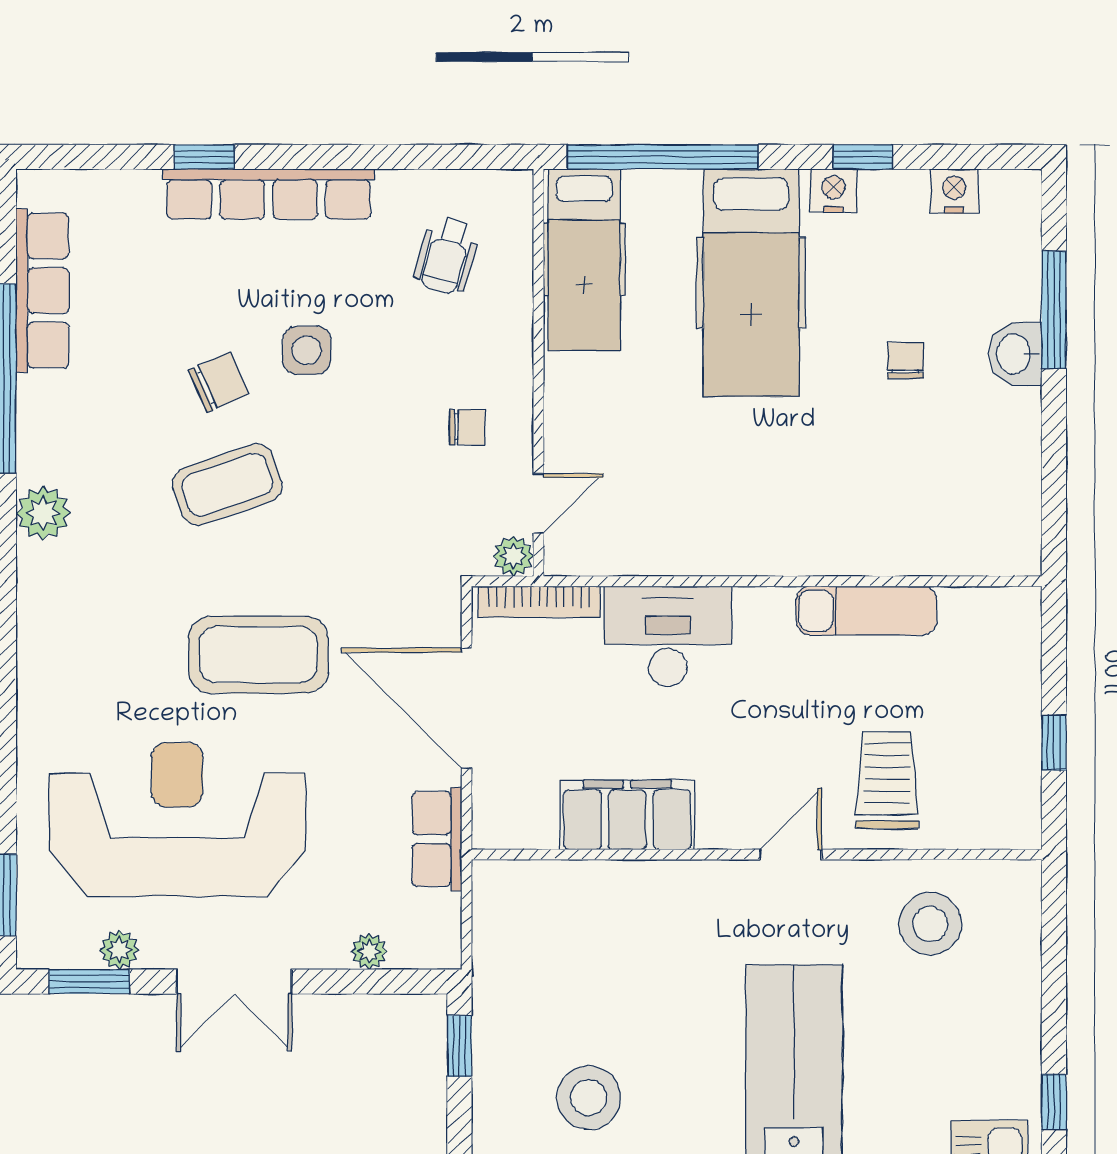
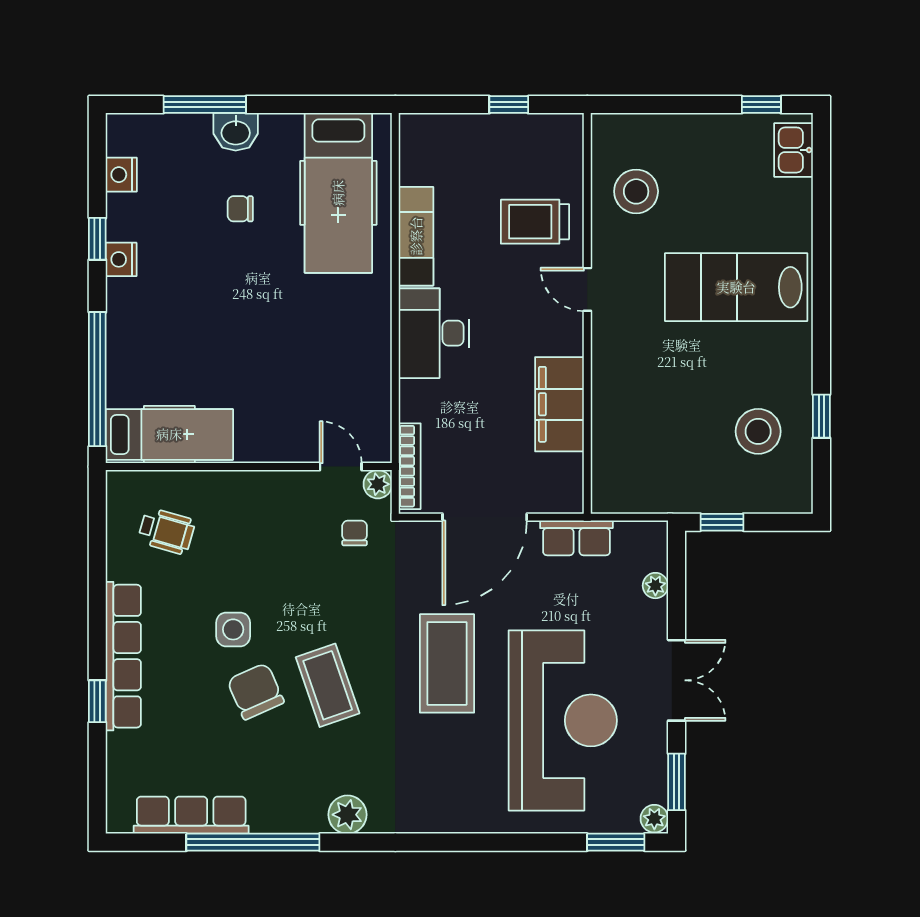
hospital bed: (751, 283) -> (338, 193), moved, turned 90
chair: (219, 382) -> (256, 691), width x1.37, depth x1.37
chair: (467, 427) -> (355, 533), moved
desk: (668, 636) -> (434, 333), moved
reception desk: (177, 819) -> (563, 720), turned 180
plant: (119, 950) -> (654, 819), moved

